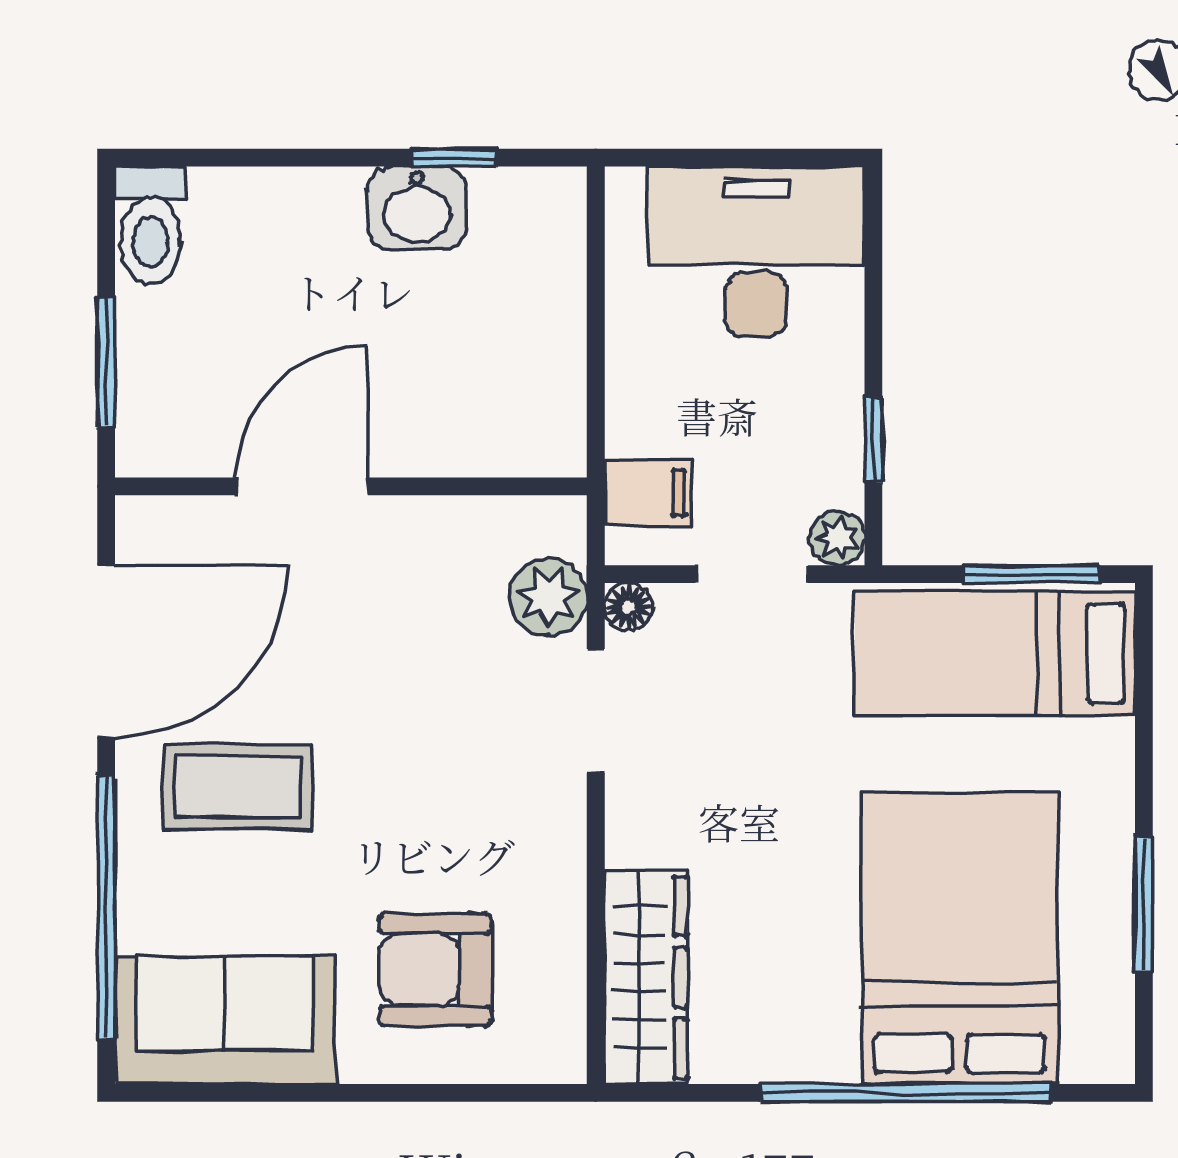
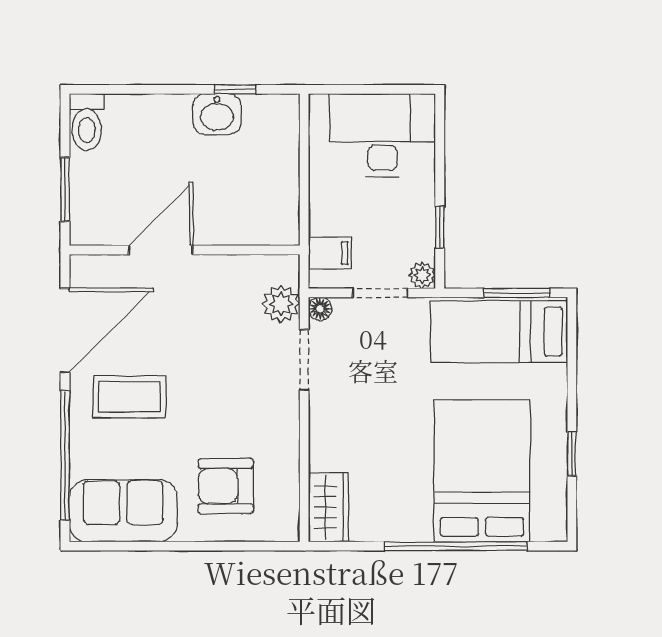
window: (1144, 904) -> (572, 454), width x0.67
wardrobe: (646, 977) -> (329, 507), width x0.67

